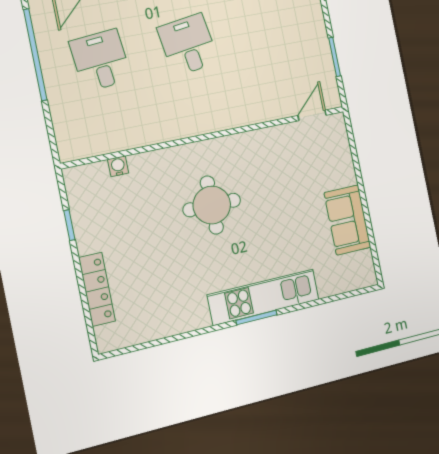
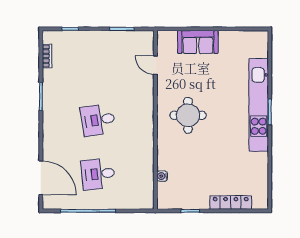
door: (312, 115) -> (155, 65), moved
round table: (212, 205) -> (188, 115), moved
sofa: (347, 220) -> (198, 42), moved
kitchen unit: (264, 297) -> (259, 105), width x1.36

